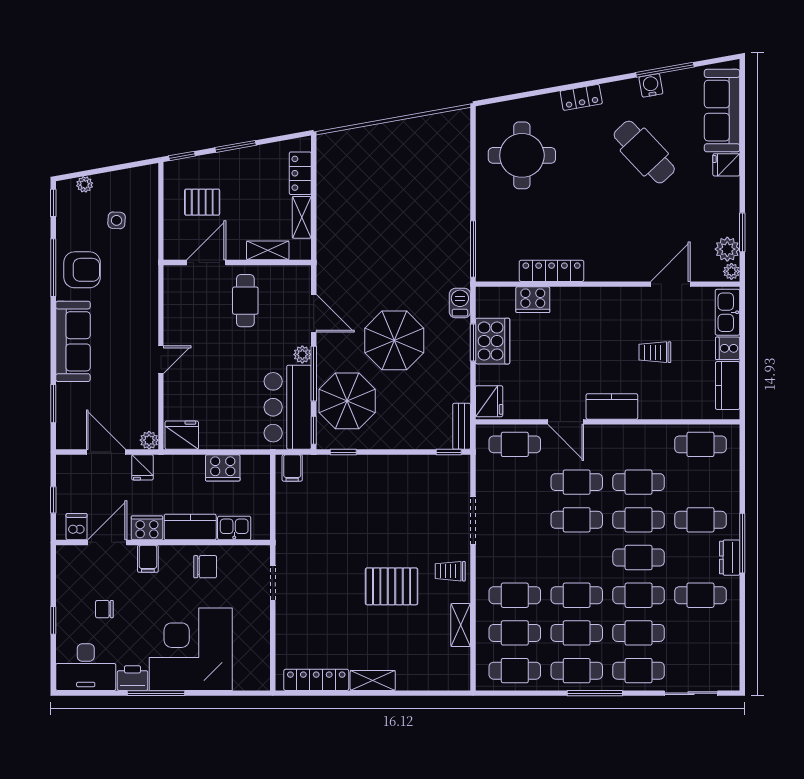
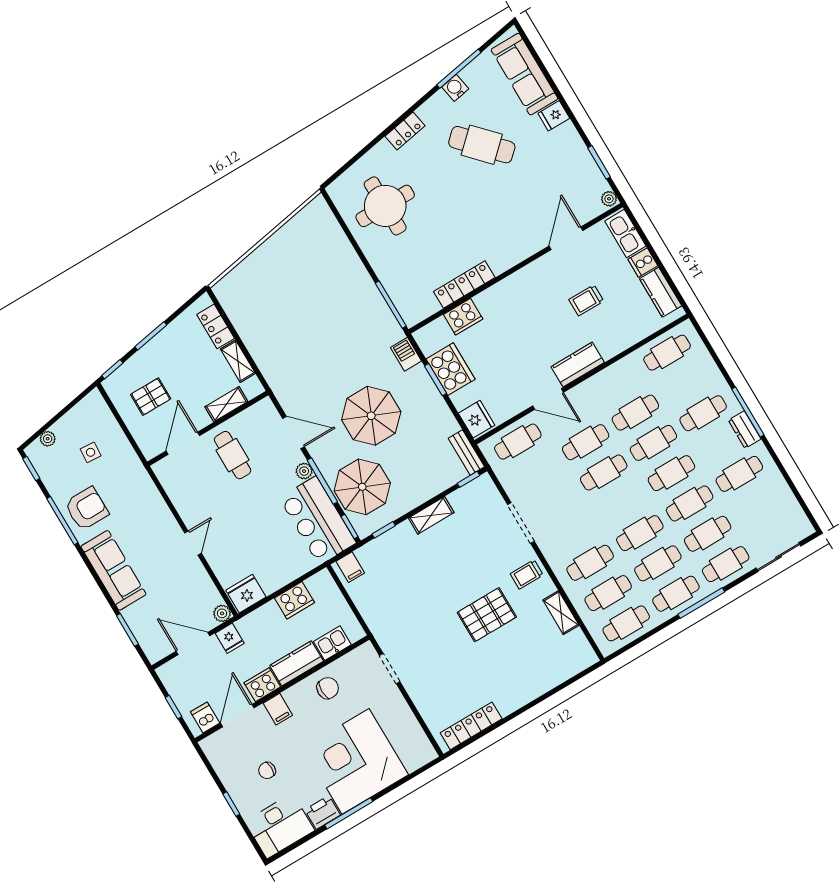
plant: (727, 249) -> (595, 183), removed
shelving: (373, 680) -> (431, 515), moved

